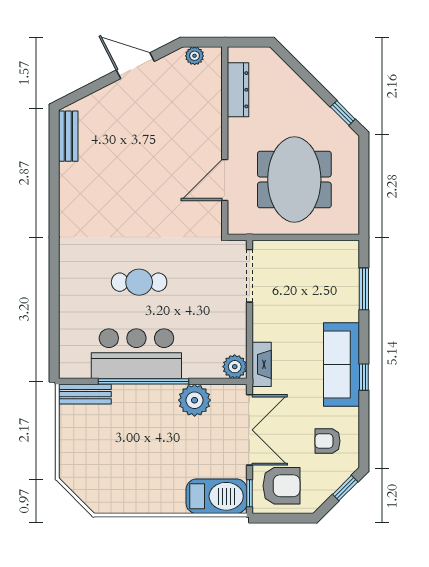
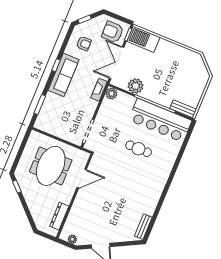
bar counter: (136, 354) -> (160, 120), width x1.36

